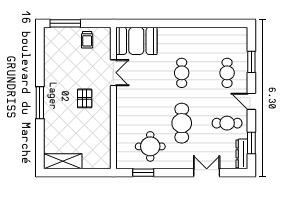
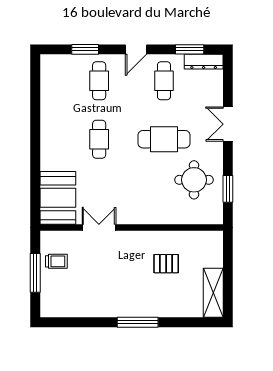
window: (65, 23) -> (35, 273), moved
cafe table: (182, 73) -> (99, 139), turned 90
cafe table: (227, 73) -> (99, 81), turned 90
pallet: (85, 98) -> (166, 264), moved
double door: (207, 173) -> (228, 124), moved

